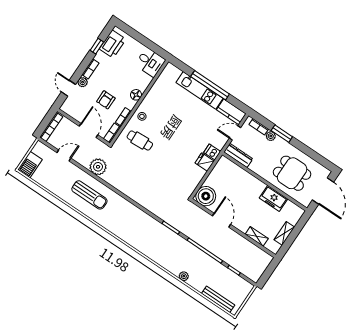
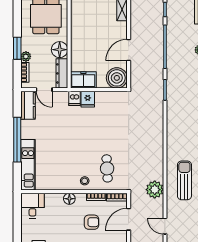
kitchen unit: (199, 90) -> (28, 165), moved
floor lamp: (258, 166) -> (60, 50), added
freezer: (273, 198) -> (83, 80), moved, turned -90

